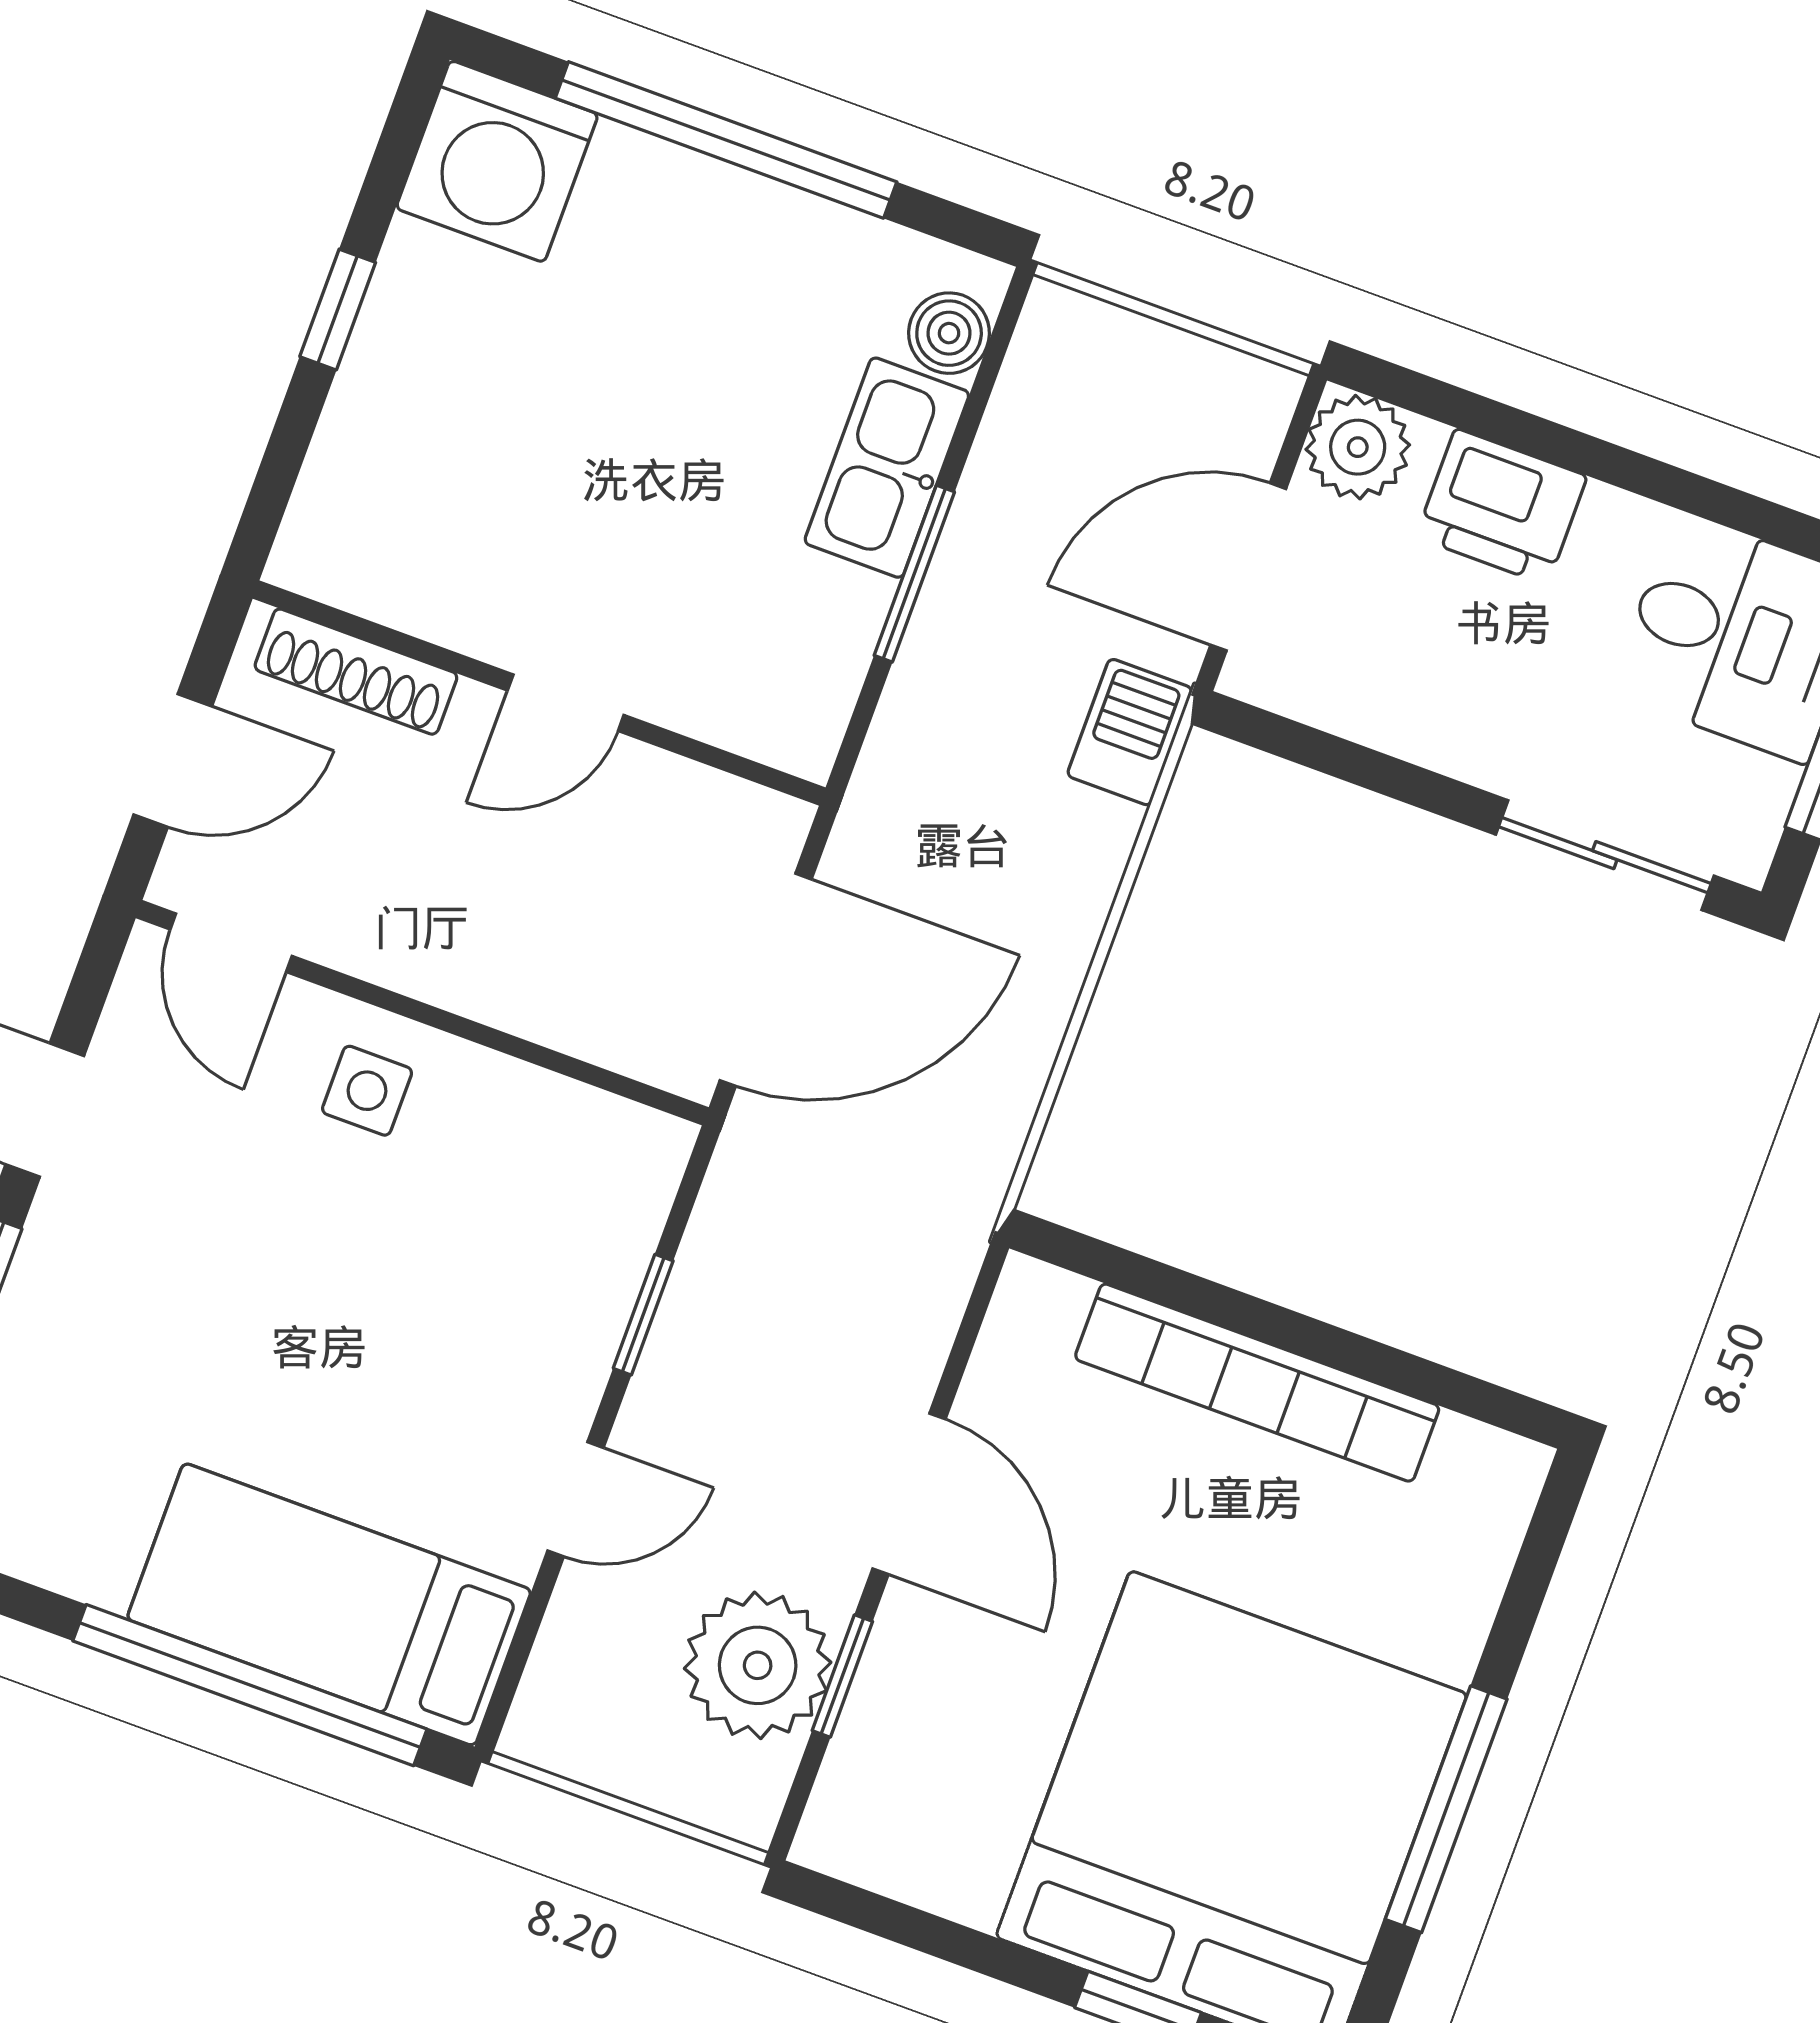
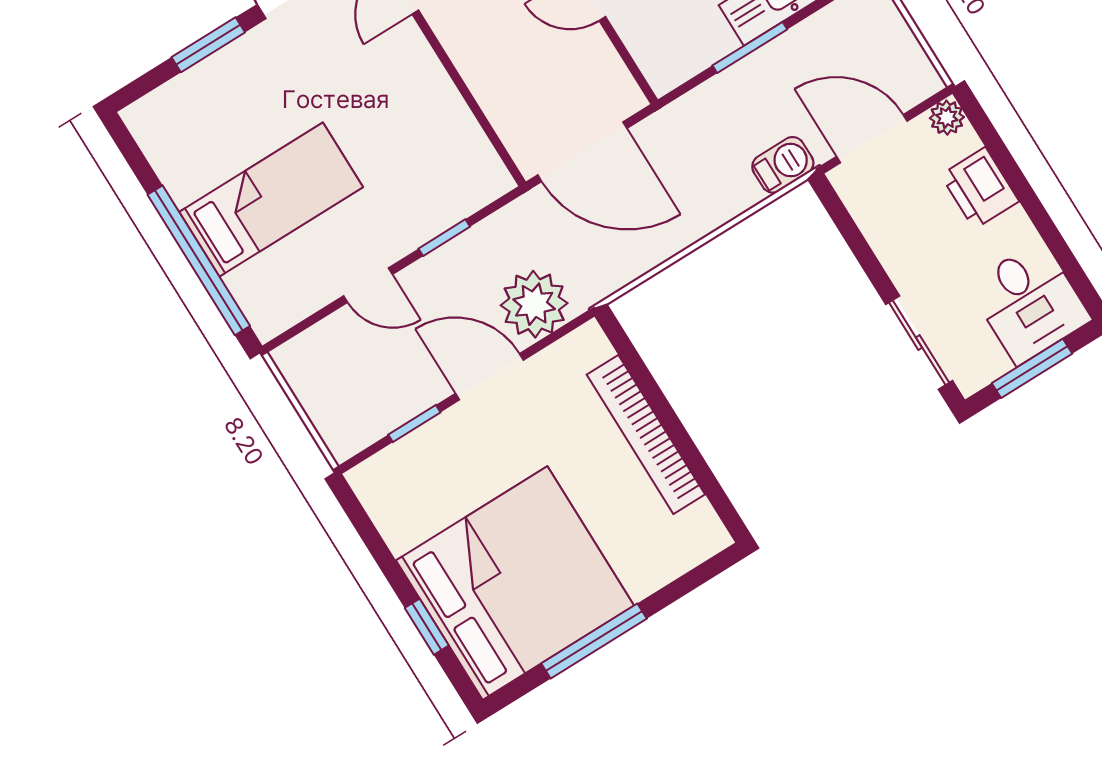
plant: (1358, 447) -> (947, 118), width x0.73, depth x0.73
side table: (367, 1091) -> (408, 80), removed
door: (909, 1494) -> (489, 377), swing flipped
bed: (329, 1604) -> (271, 200), moved, turned 90
plant: (758, 1665) -> (534, 304), moved

